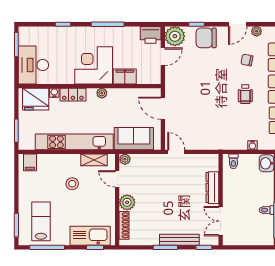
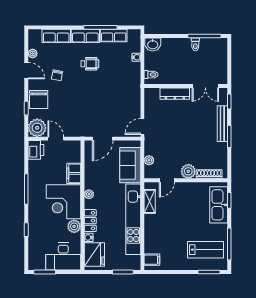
chair: (247, 60) -> (57, 75), moved
plant: (67, 77) -> (74, 226), added
plant: (125, 159) -> (149, 160), moved
stool: (72, 184) -> (171, 221), removed
lab bench: (41, 221) -> (206, 250), turned 180

